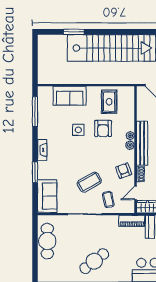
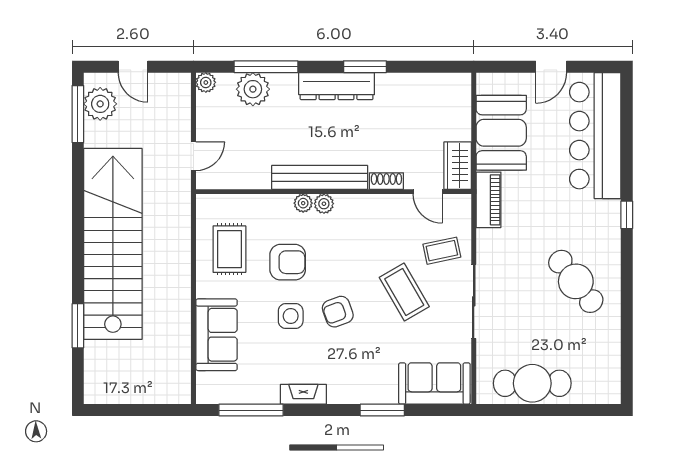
rug: (109, 102) -> (229, 249), turned 90
fireplace: (42, 150) -> (303, 394), moved
armchair: (124, 171) -> (338, 312), moved

